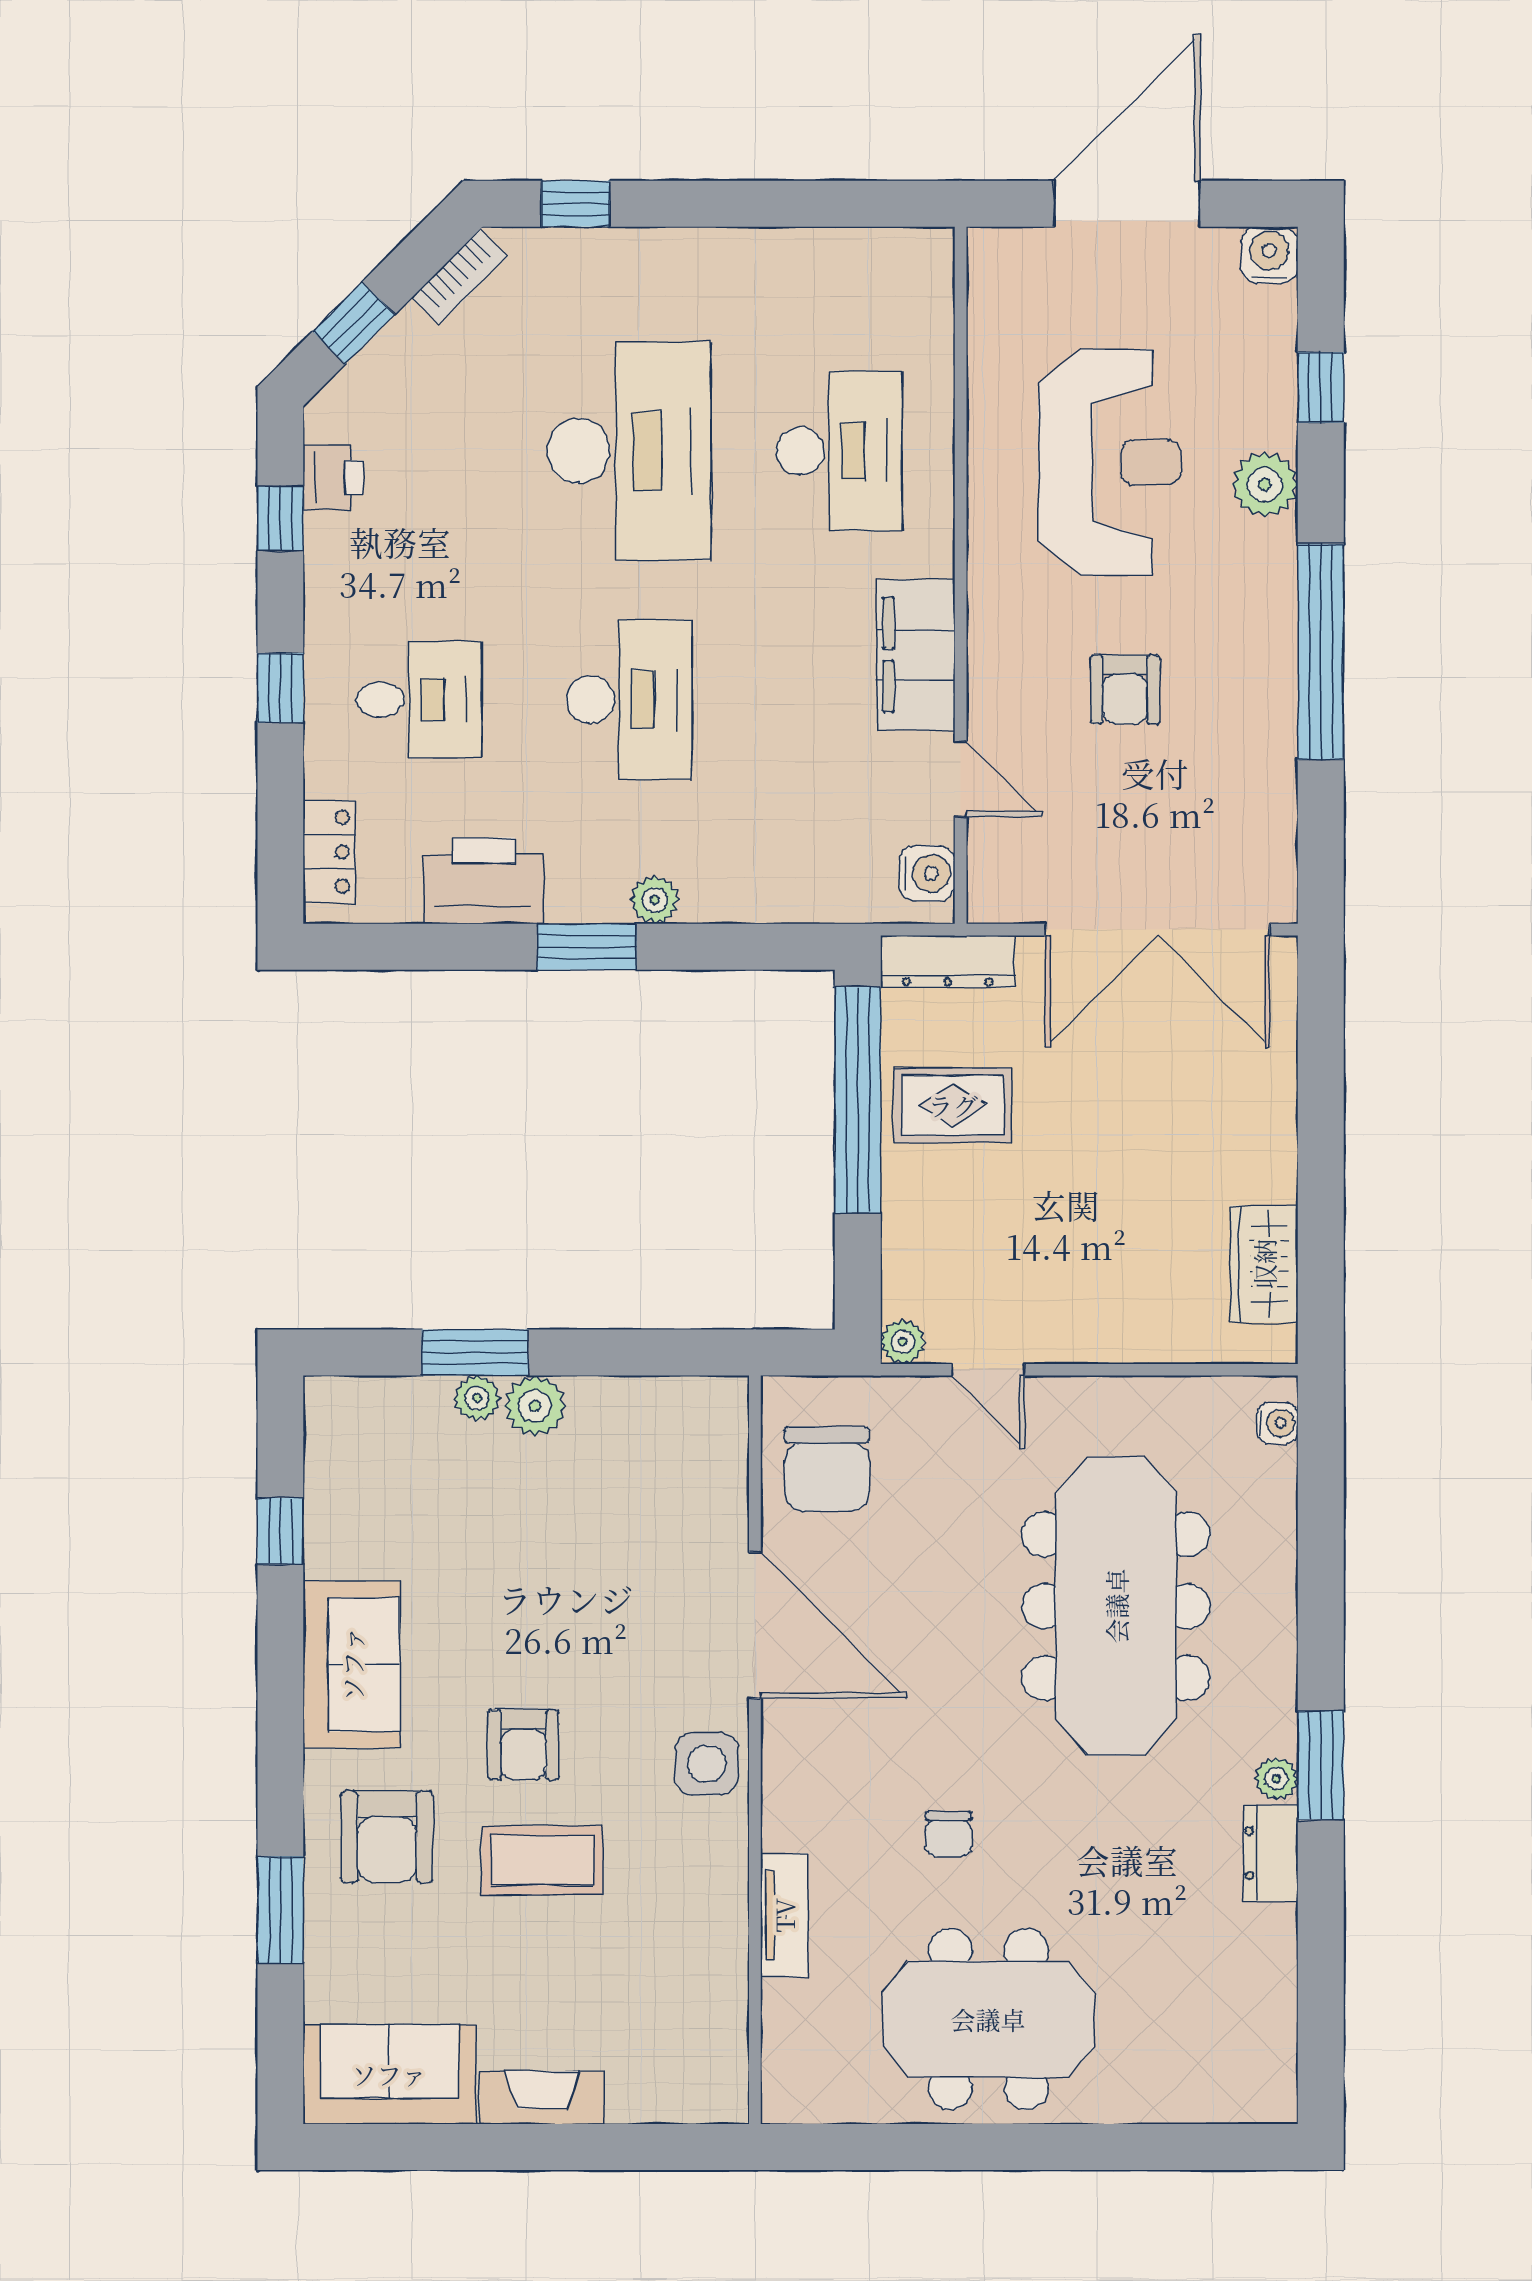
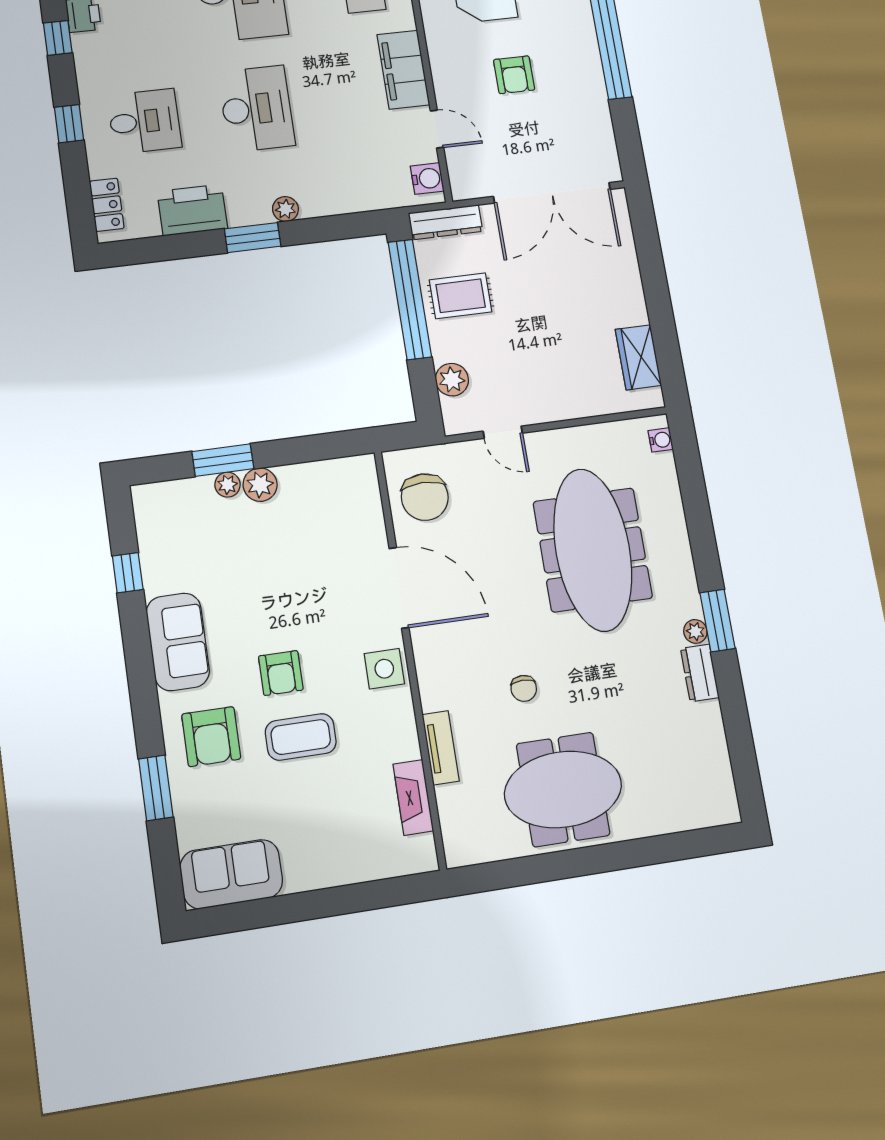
plant: (903, 1342) -> (452, 380), moved, width x1.38, depth x1.38
fireplace: (542, 2098) -> (413, 797), moved, turned -90

